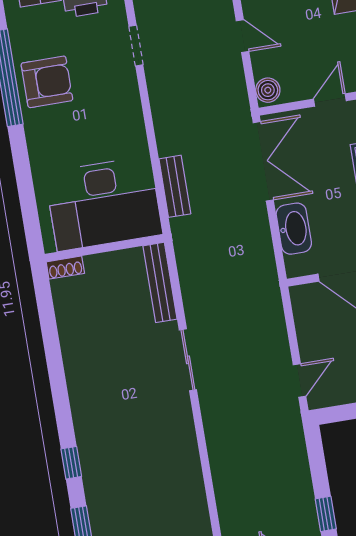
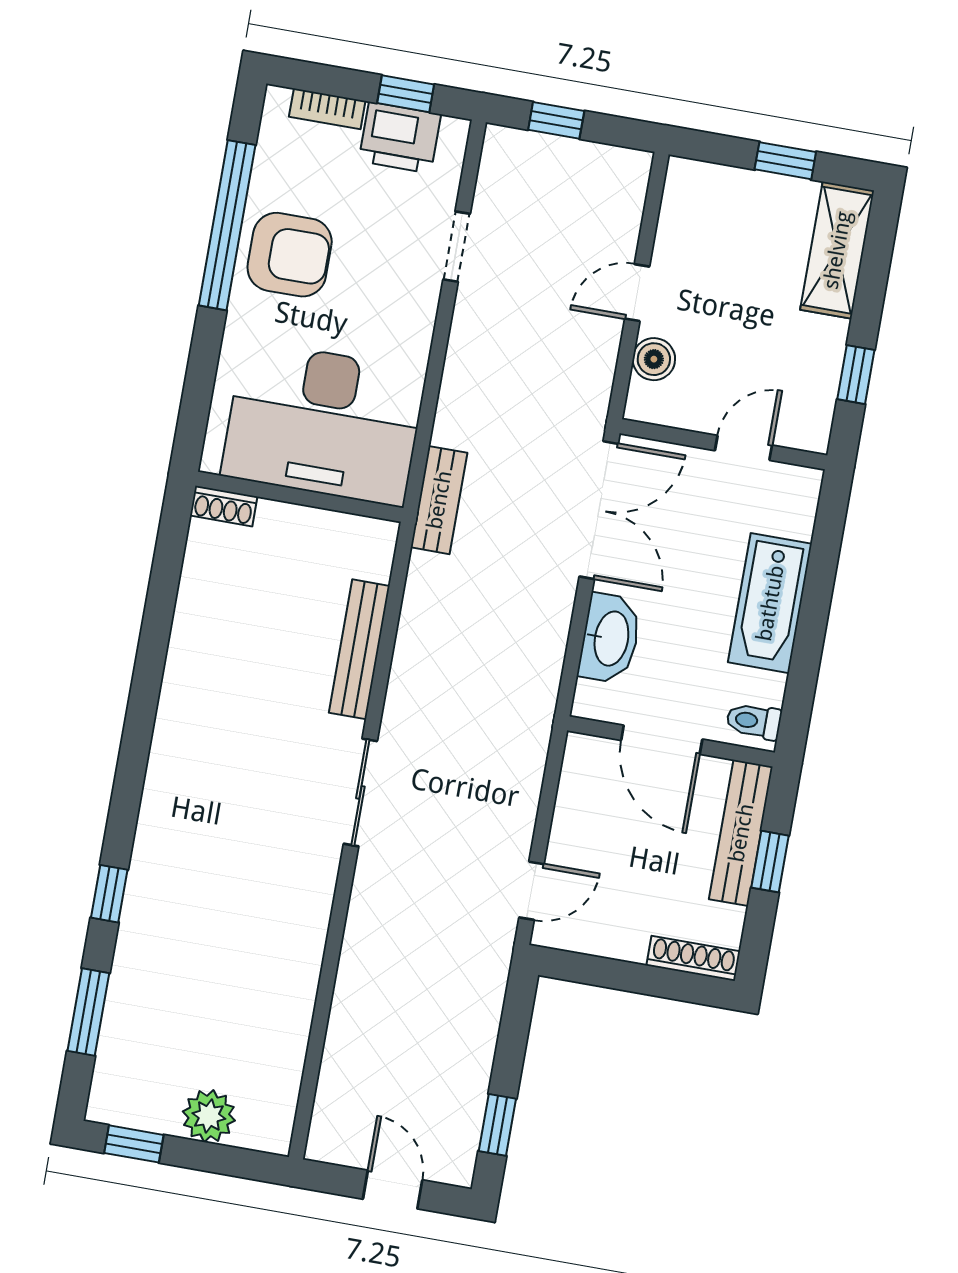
door: (243, 36) -> (637, 293), swing flipped
boiler: (268, 90) -> (654, 359), moved
desk: (104, 203) -> (324, 423), moved
wall: (105, 248) -> (299, 497), moved
shoe rack: (65, 268) -> (224, 506), moved

